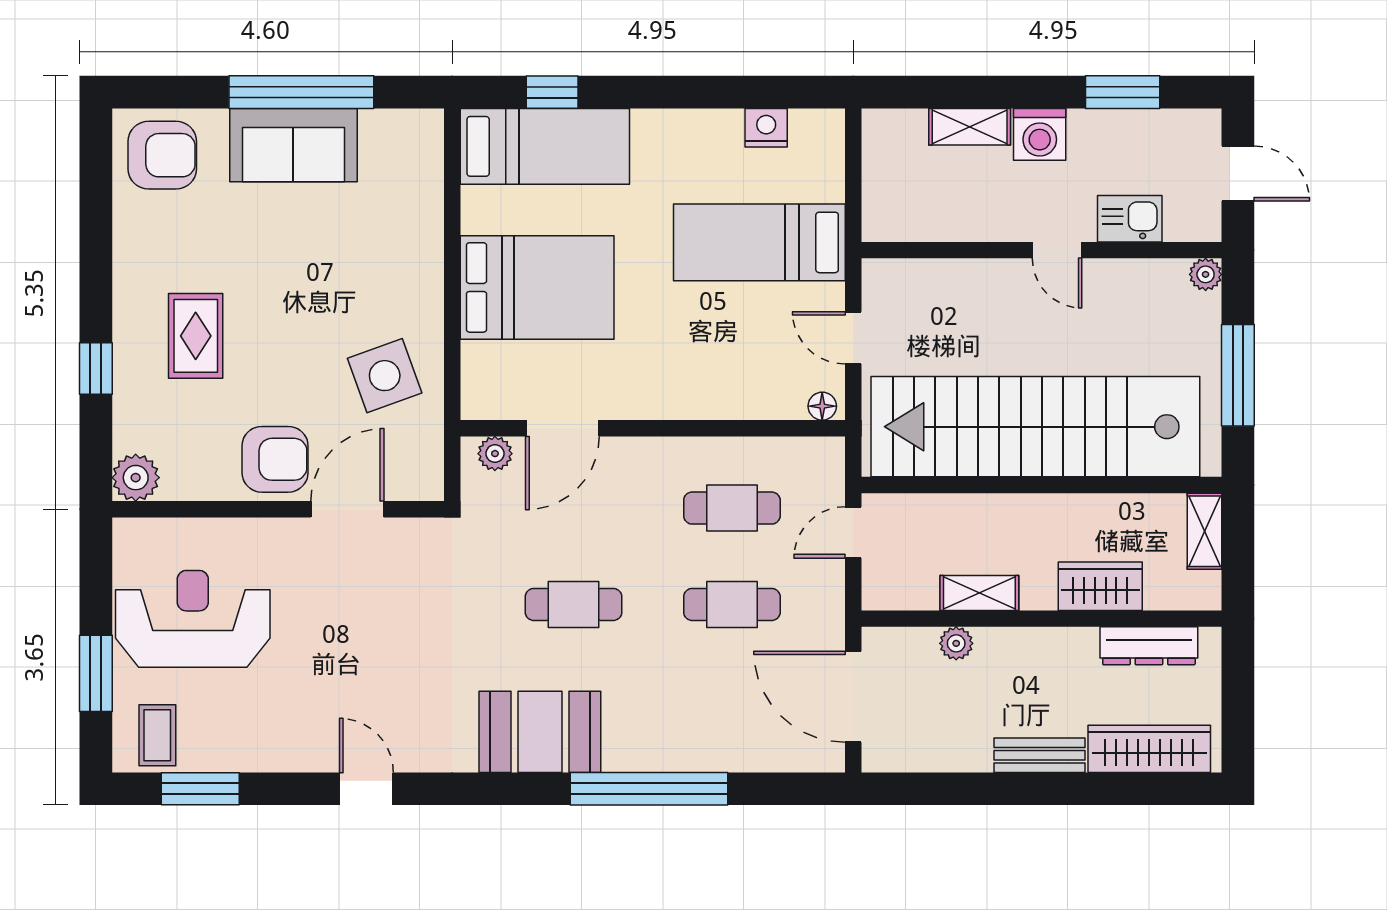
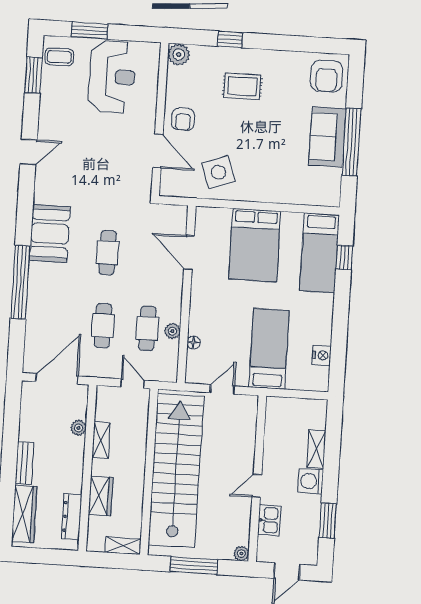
floor lamp: (822, 406) -> (194, 343), moved
plant: (495, 454) -> (172, 331), moved
armchair: (275, 459) -> (183, 119), width x0.72, depth x0.72

